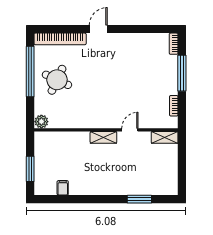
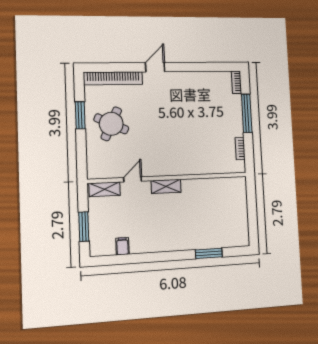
window: (30, 72) -> (80, 115), width x0.47
plant: (41, 122) -> (95, 172), removed
door: (130, 130) -> (133, 179), moved
shelving: (165, 137) -> (105, 189), moved

